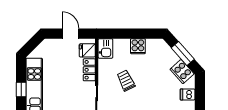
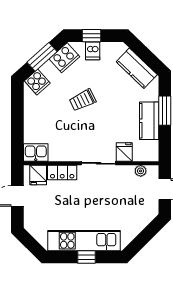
cooker: (138, 46) -> (37, 82), moved, turned 48
trolley: (126, 81) -> (83, 100), moved
window: (200, 94) -> (92, 36), added

